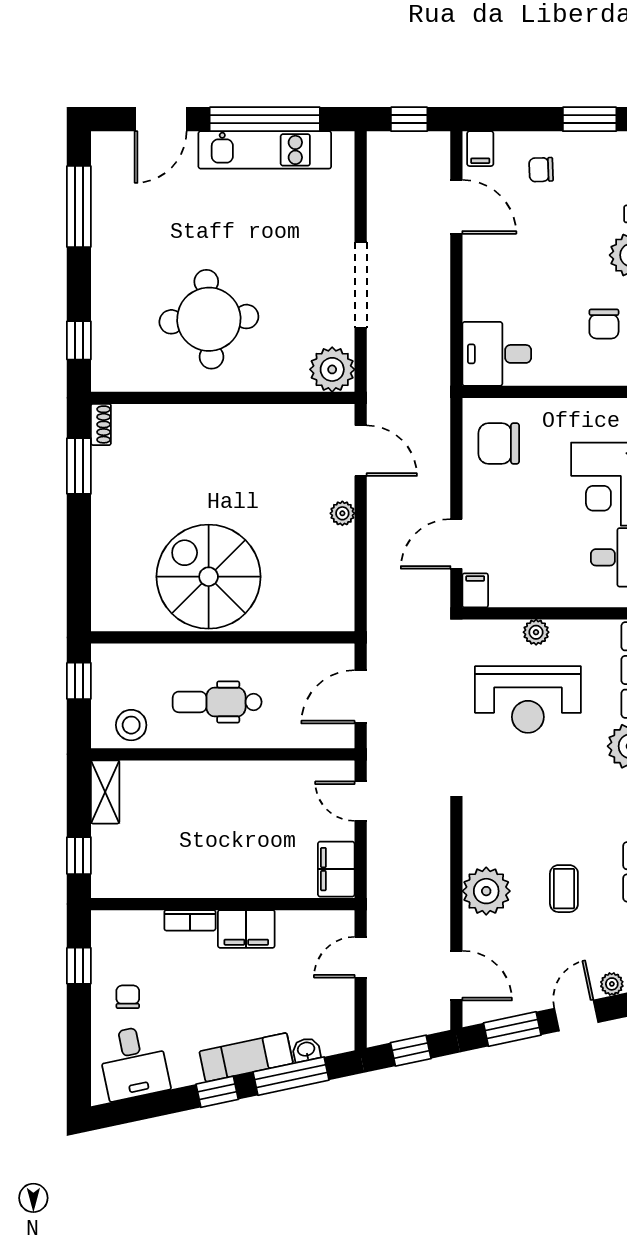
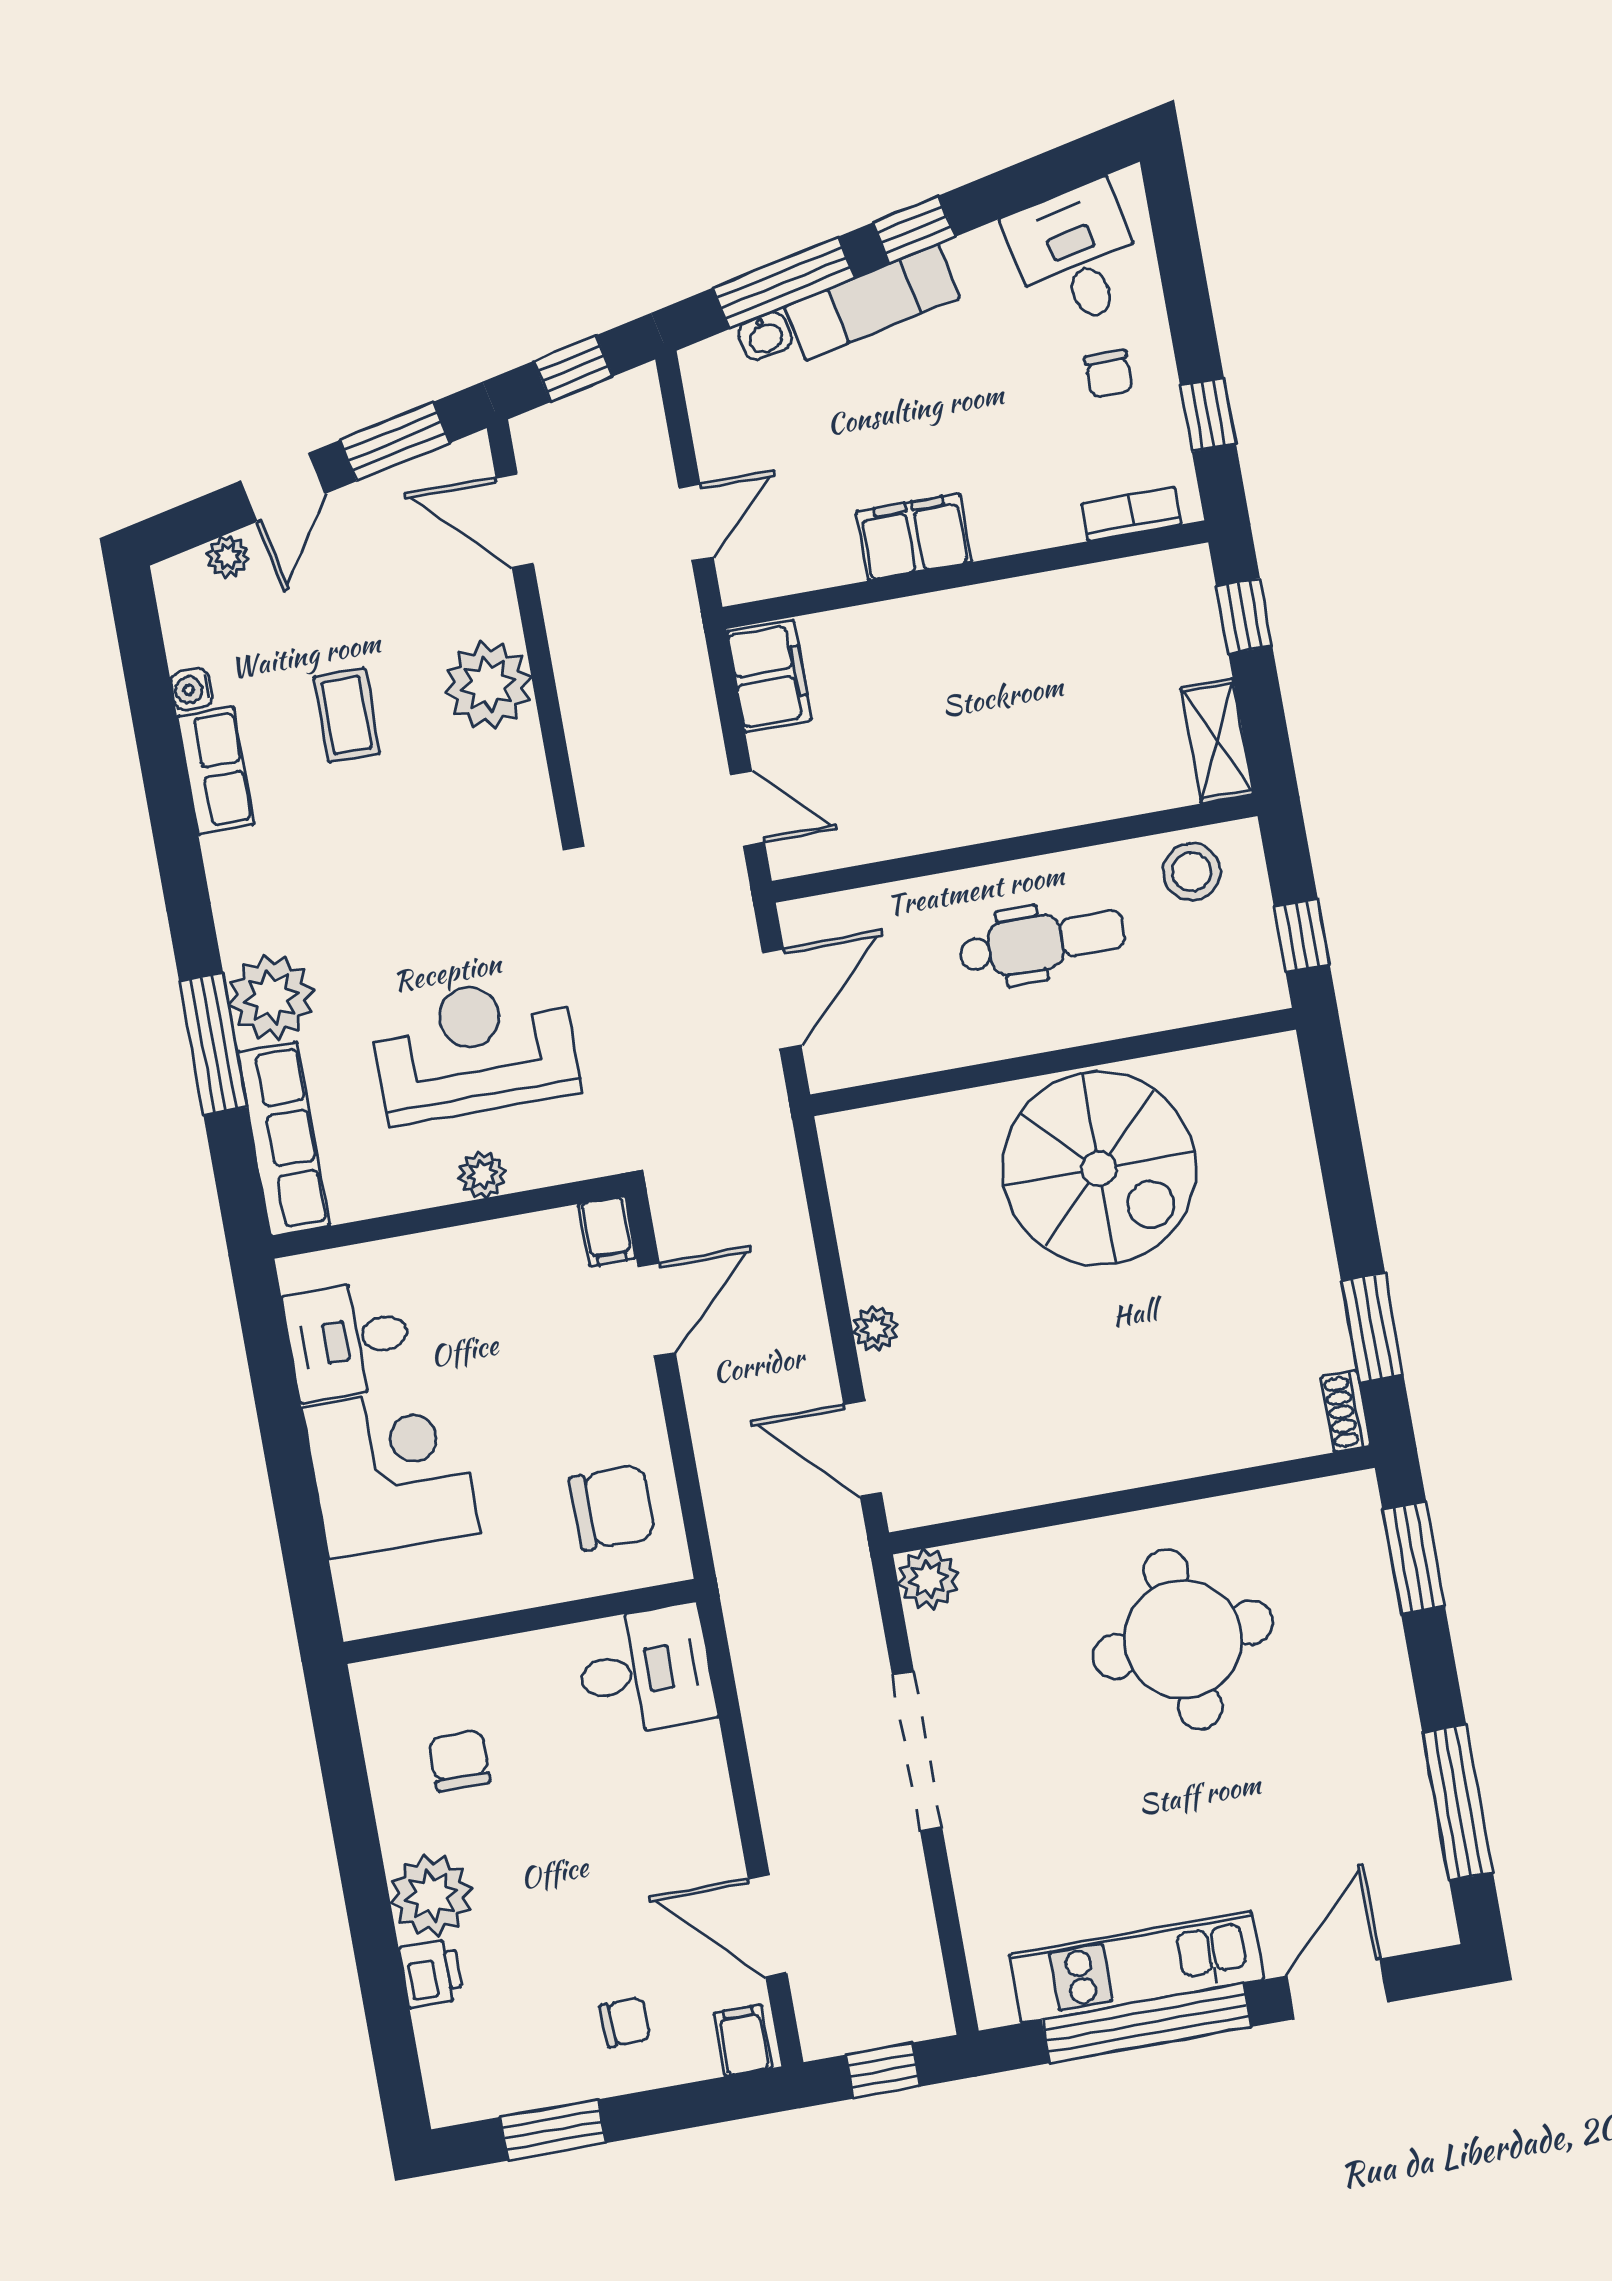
window: (79, 340) -> (1414, 1558), width x1.50
plant: (332, 369) -> (928, 1579), width x0.73, depth x0.73
bookcase: (190, 920) -> (1132, 514), moved

